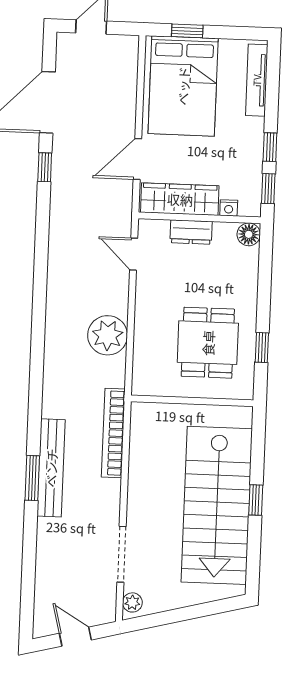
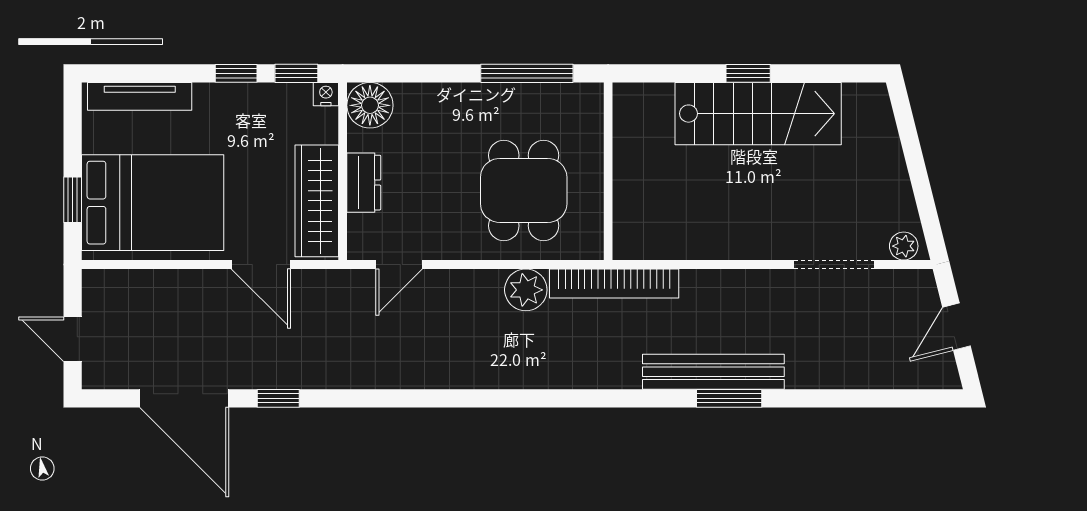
nightstand: (229, 208) -> (326, 94), moved, turned -90
floor lamp: (249, 234) -> (370, 105), width x1.38, depth x1.38
plant: (108, 335) -> (526, 290), width x0.73, depth x0.73
dining table: (208, 343) -> (524, 190), moved, turned 90
window: (262, 347) -> (527, 73), width x2.17
bookcase: (113, 433) -> (614, 283), moved
stairs: (217, 505) -> (758, 114), width x0.73, depth x0.66

